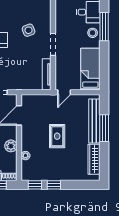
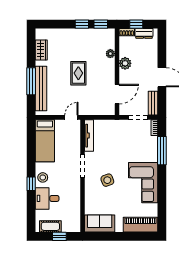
window: (104, 27) -> (31, 184), width x0.46
wardrobe: (94, 159) -> (41, 50), width x0.67

